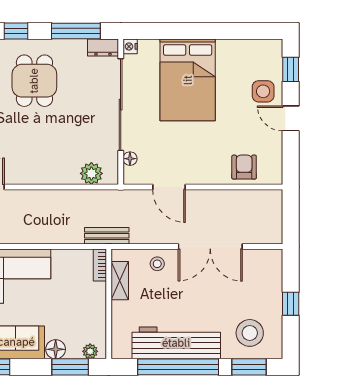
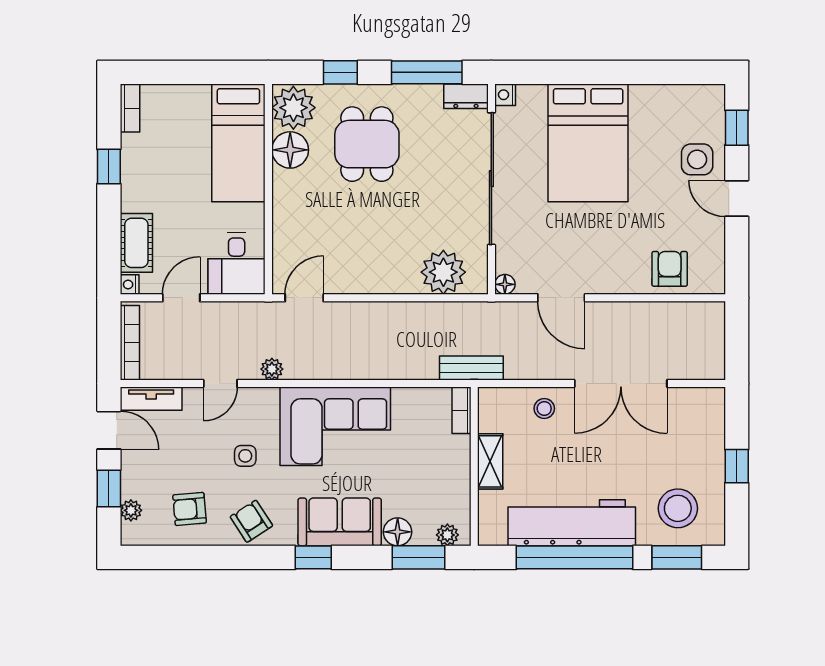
floor lamp: (130, 159) -> (505, 284), moved
plant: (91, 173) -> (443, 272), width x1.36, depth x1.36
shelving: (120, 281) -> (490, 461), moved

